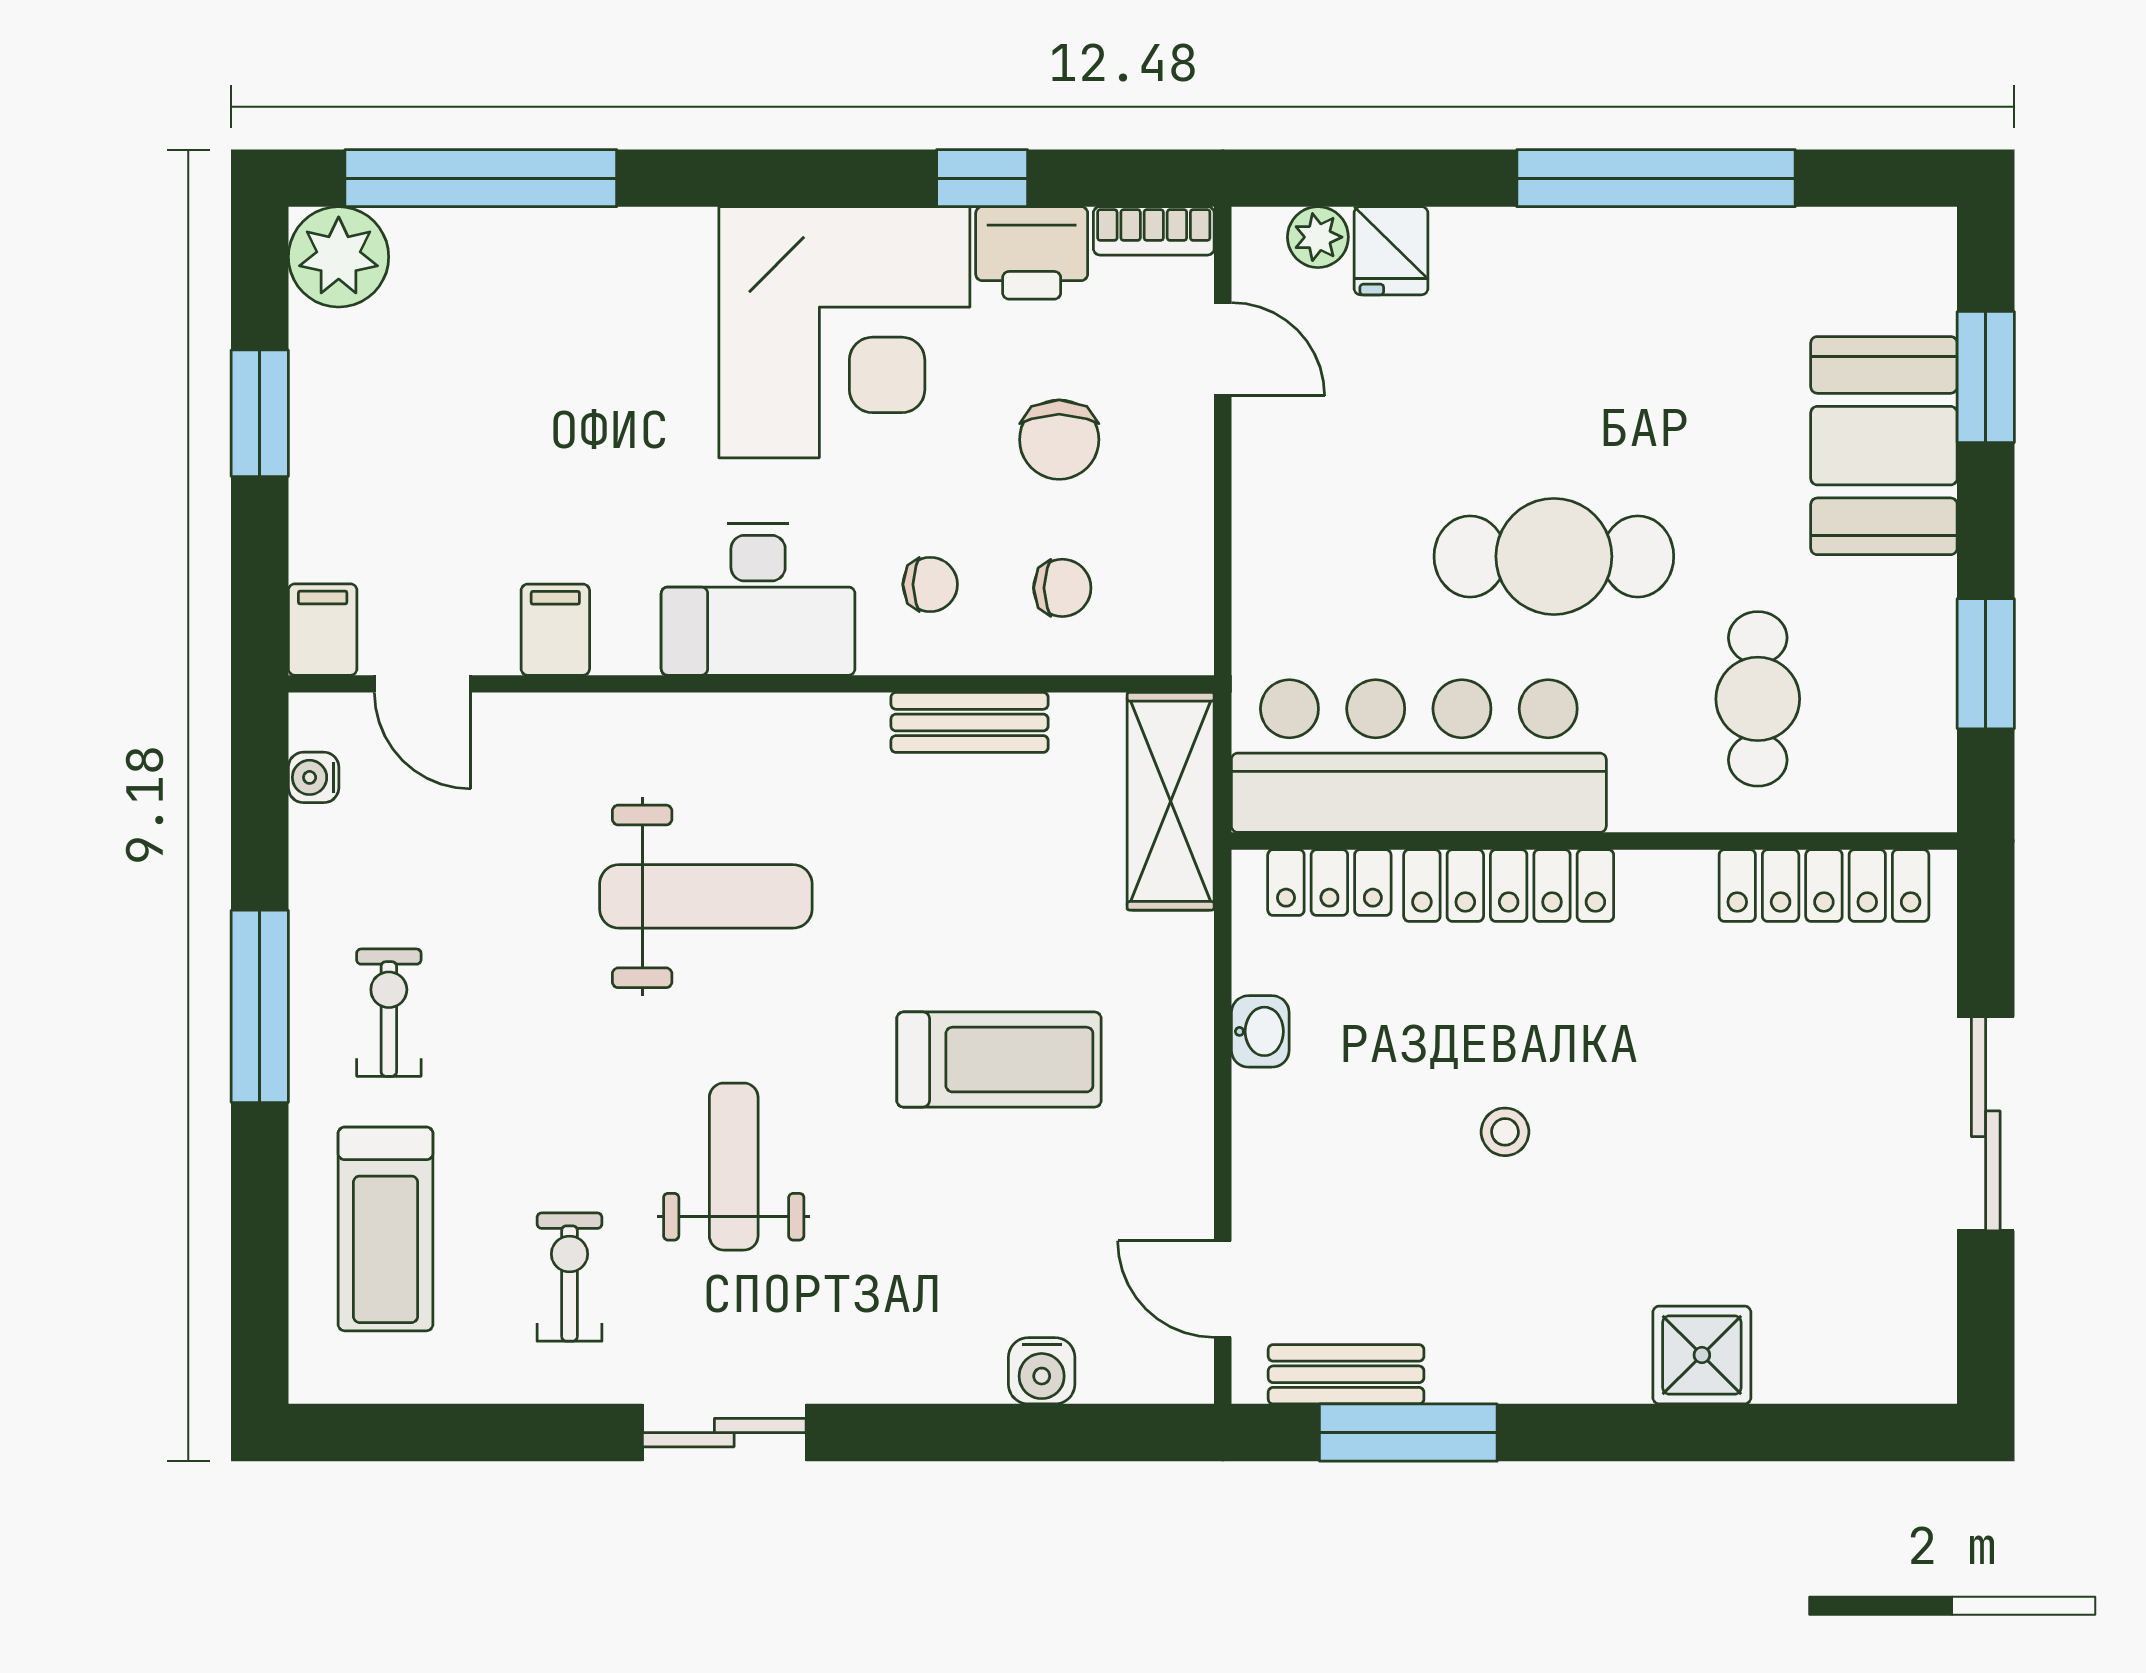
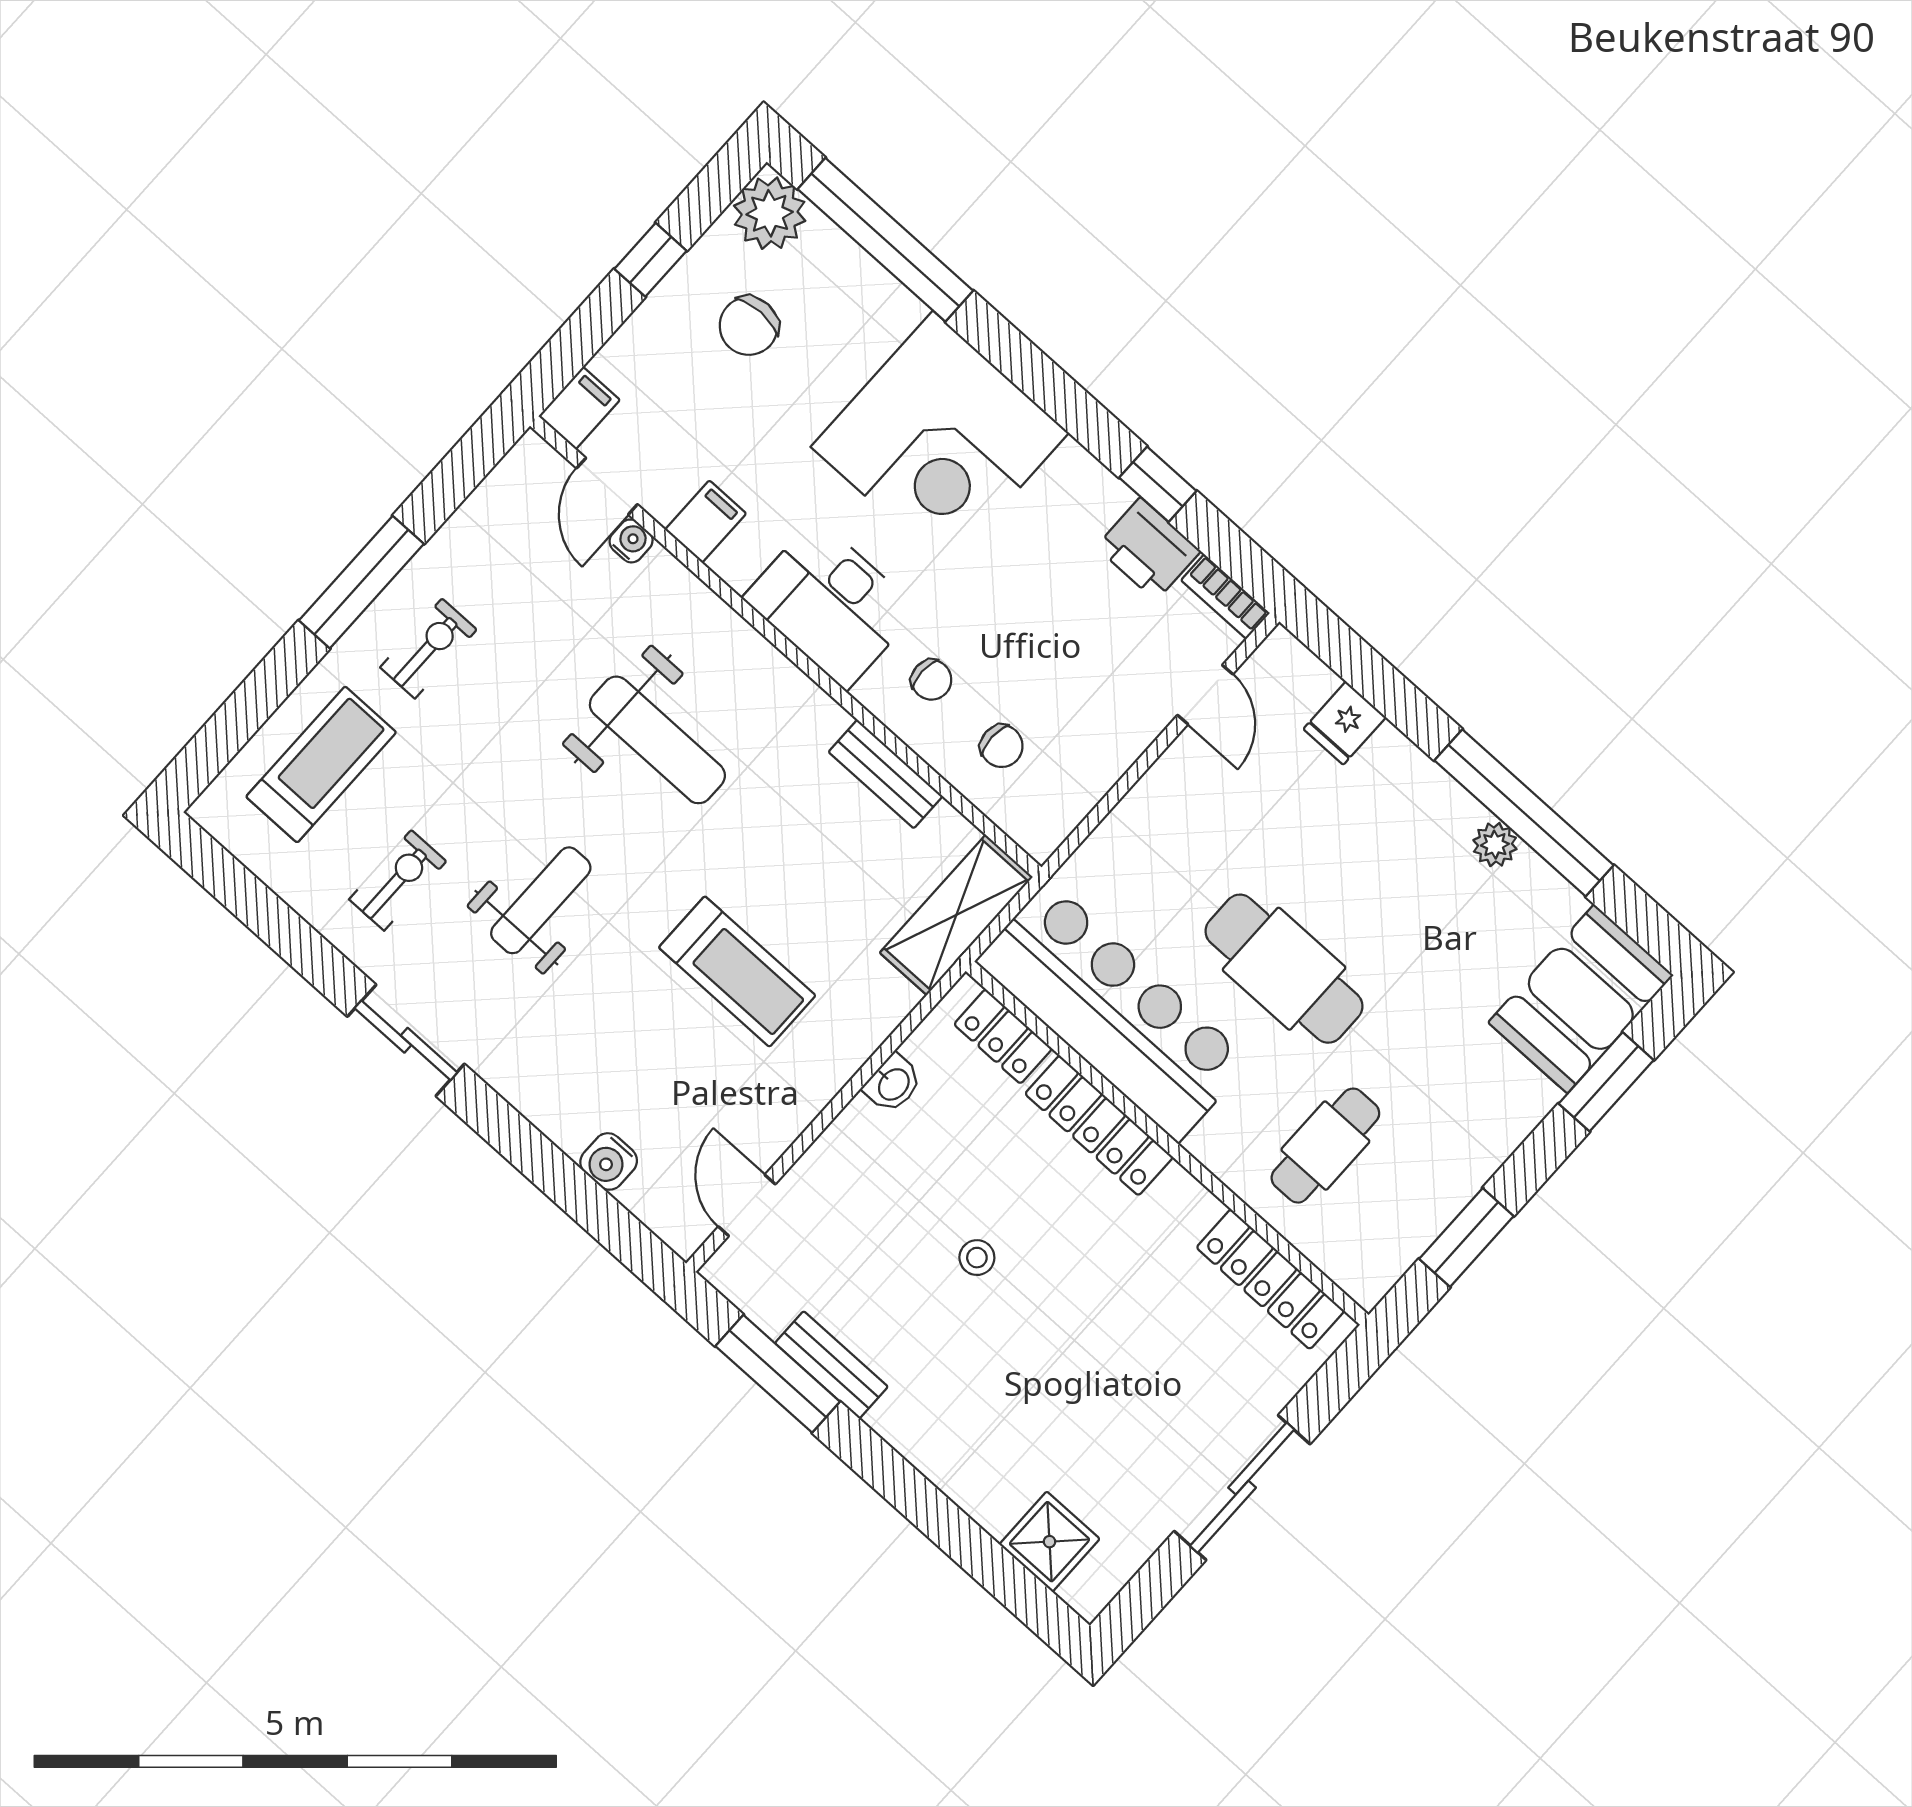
plant: (1318, 237) -> (1495, 845), moved
corner desk: (844, 332) -> (940, 440), moved
window: (260, 413) -> (651, 260), width x0.67
chair: (1059, 440) -> (749, 326), moved
booth: (1884, 446) -> (1581, 999), moved
water cooler: (314, 777) -> (631, 541), moved, turned 90
treadmill: (386, 1229) -> (321, 764), turned 180
shower: (1702, 1355) -> (1050, 1542), moved
bench: (1346, 1374) -> (831, 1365), moved

